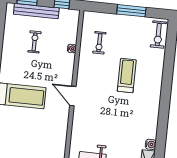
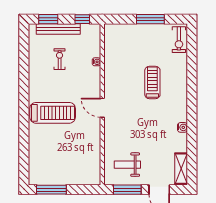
exercise bike: (99, 43) -> (123, 54), removed
water cooler: (151, 144) -> (183, 127), moved

